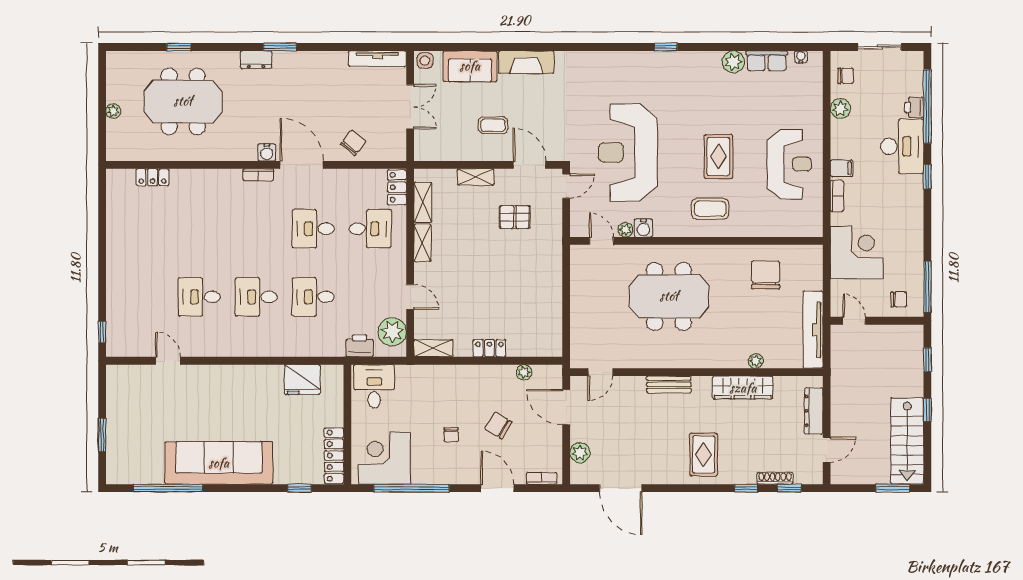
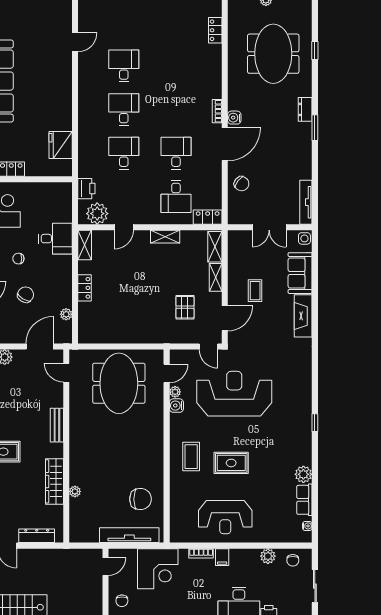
shelving: (423, 202) -> (215, 247), moved, turned 90
meeting table: (669, 296) -> (119, 383), moved
tv unit: (813, 330) -> (129, 535), moved
desk: (374, 386) -> (55, 239), moved

